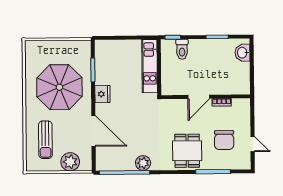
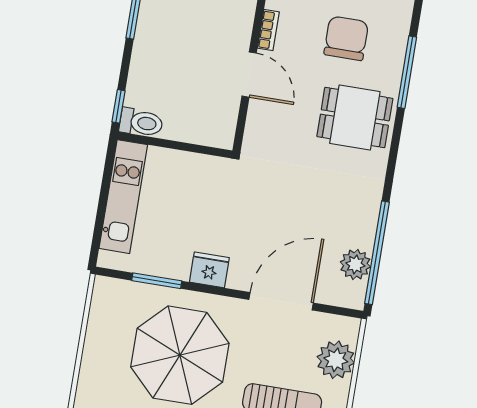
toilet: (182, 49) -> (141, 123), moved
kitchen unit: (150, 66) -> (123, 197), moved, turned -90
chair: (224, 140) -> (346, 38), turned -90
plant: (143, 163) -> (355, 264), moved

